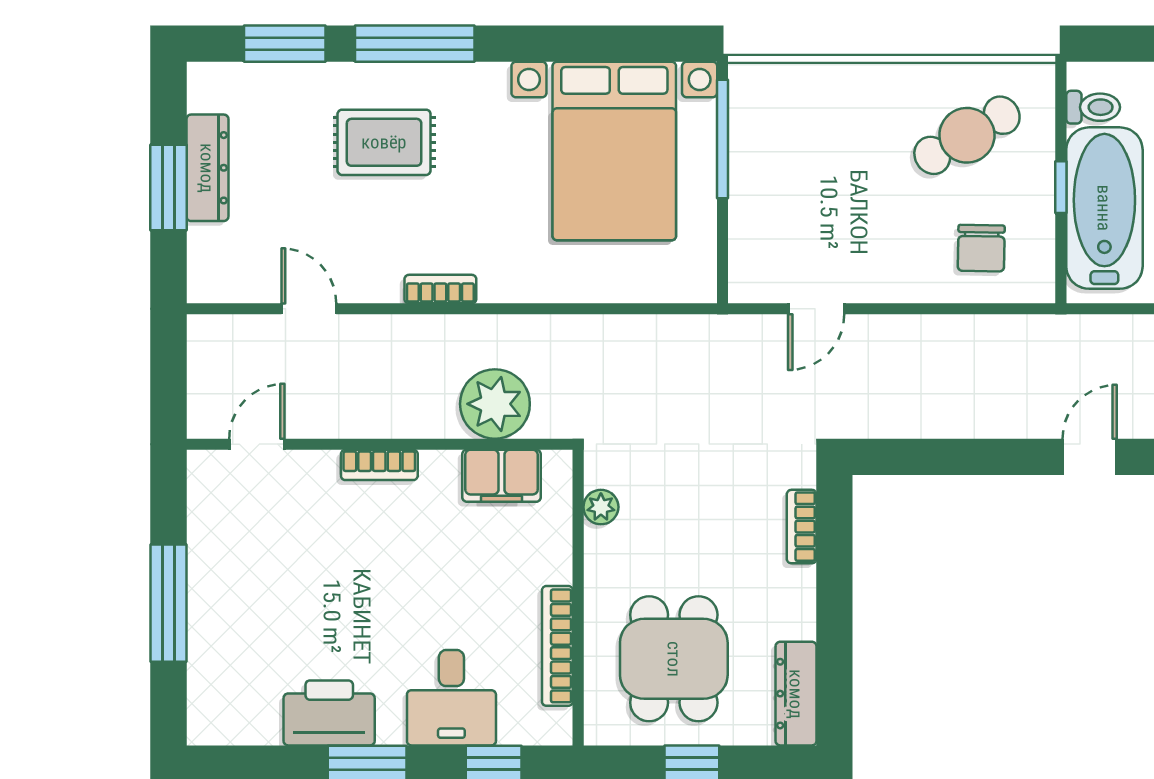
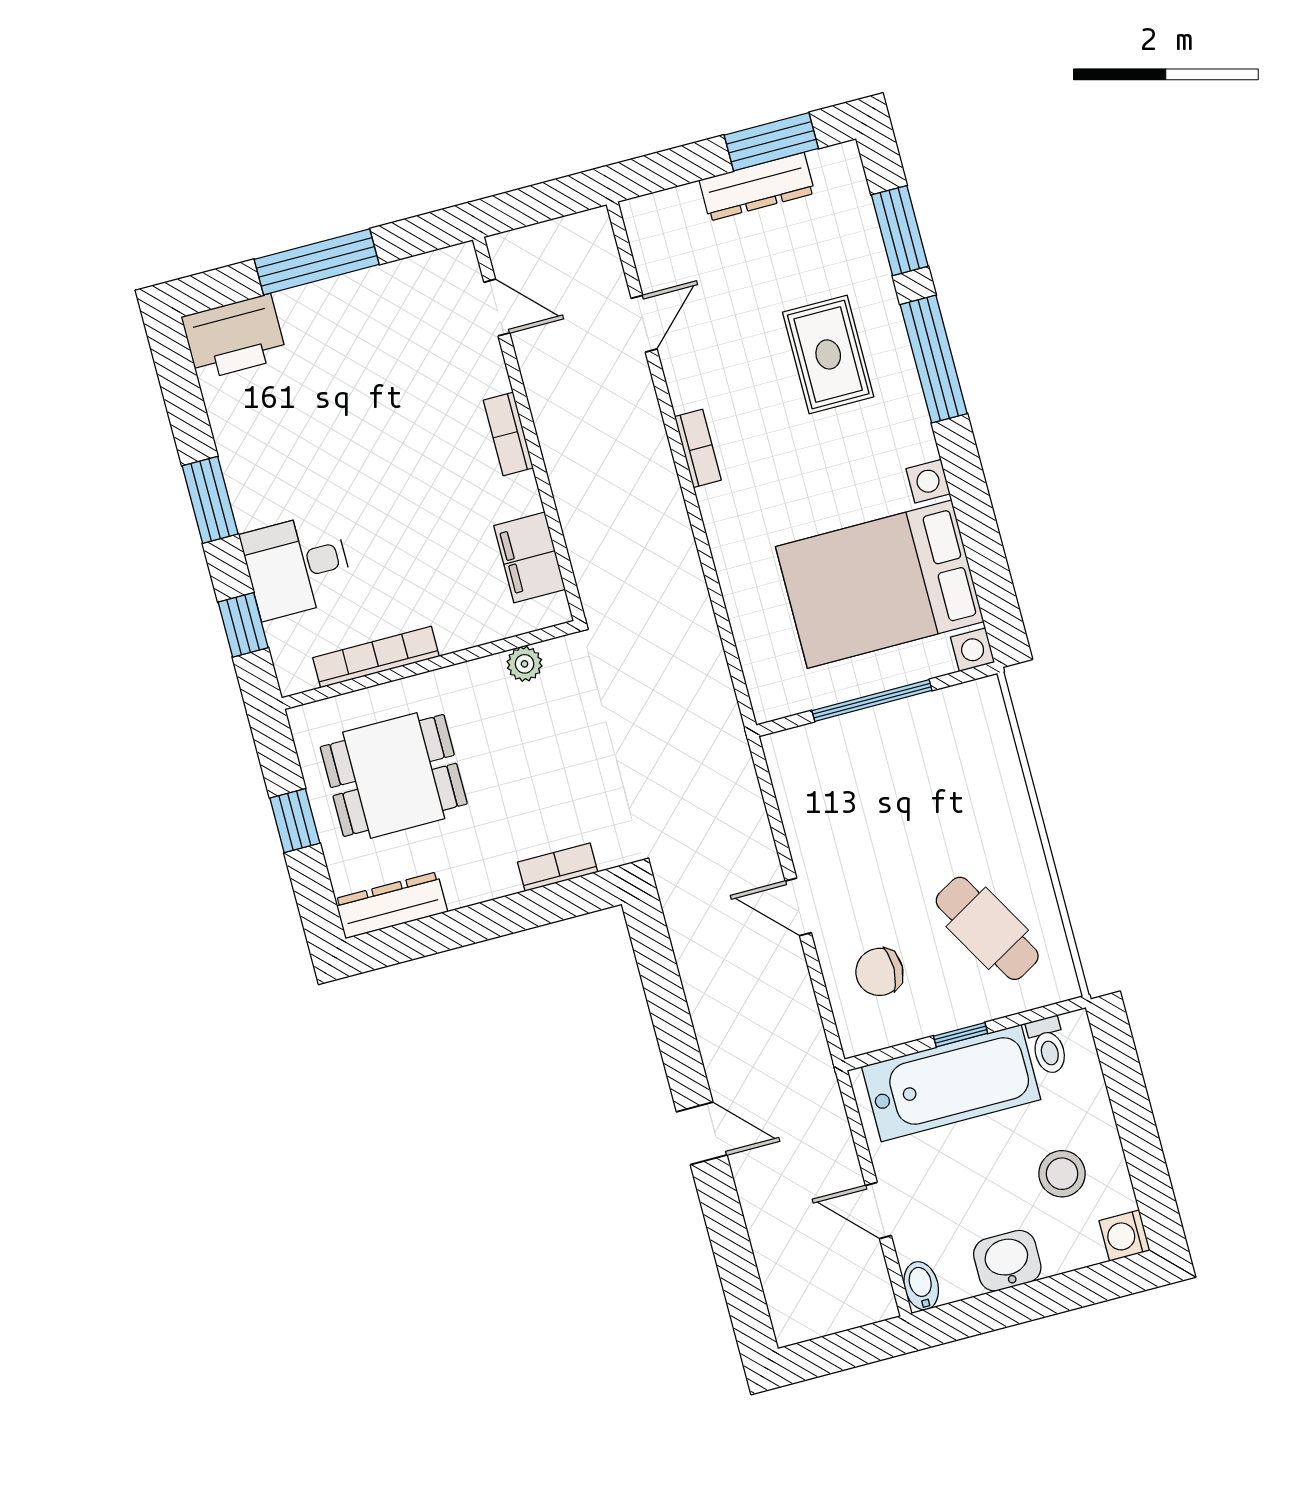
window: (723, 139) -> (872, 701), moved
window: (169, 188) -> (771, 142), moved
door: (816, 309) -> (798, 907), moved
plant: (495, 404) -> (599, 532), removed
printer: (329, 713) -> (234, 337), moved, turned 90

